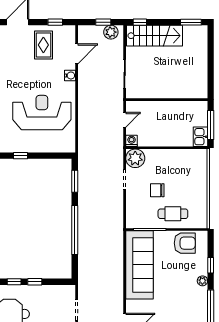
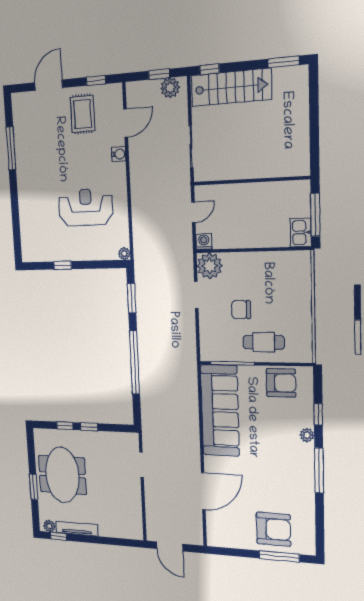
reception desk: (42, 113) -> (86, 207), width x0.74, depth x0.77
plant: (71, 148) -> (124, 254), added

